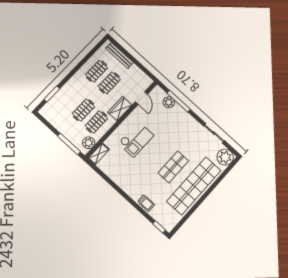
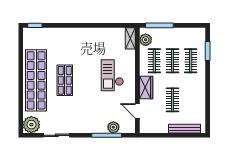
clothes rail: (97, 71) -> (191, 61), moved
trolley: (146, 203) -> (61, 34), removed

